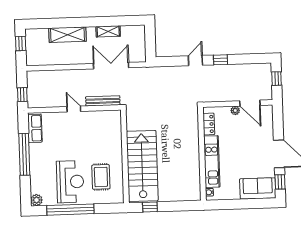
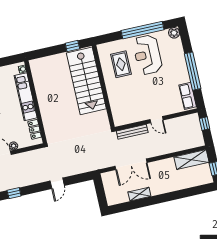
shelving: (67, 35) -> (191, 160), moved
window: (220, 60) -> (14, 193), moved

